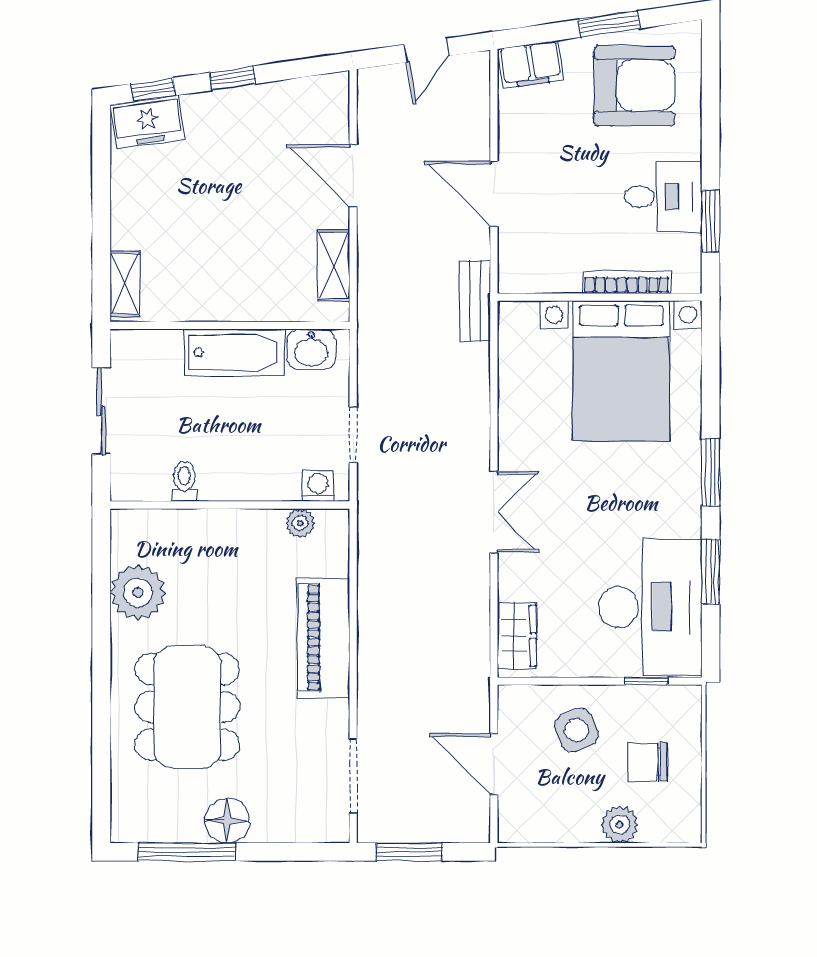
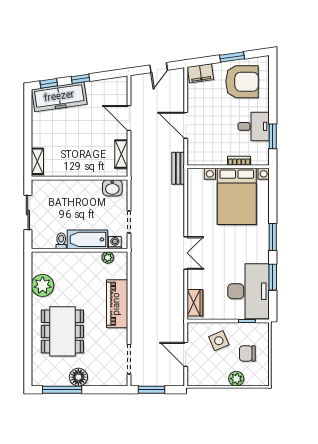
freezer: (148, 122) -> (59, 97), width x1.91, depth x1.26
bookcase: (627, 282) -> (239, 161), width x0.64
bathtub: (234, 353) -> (87, 239), moved, turned 180

